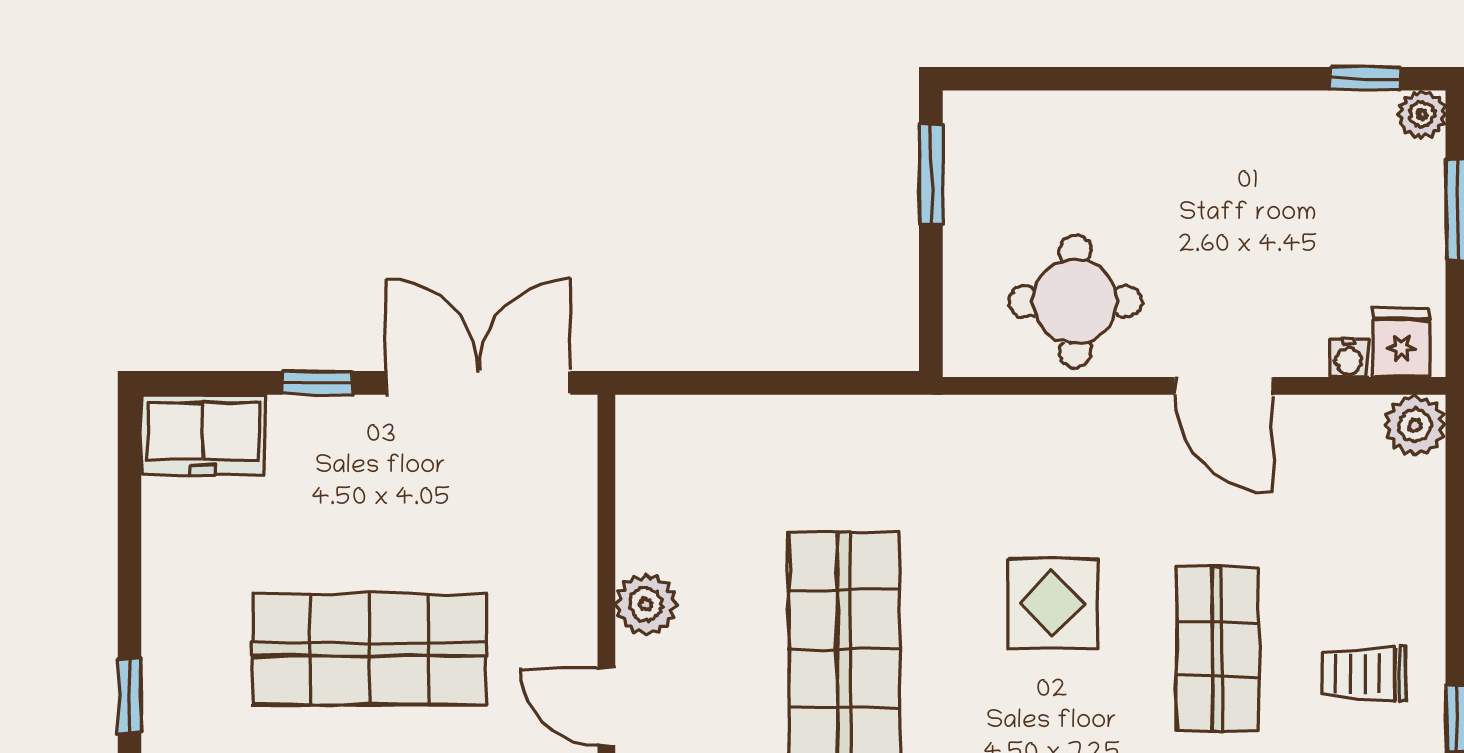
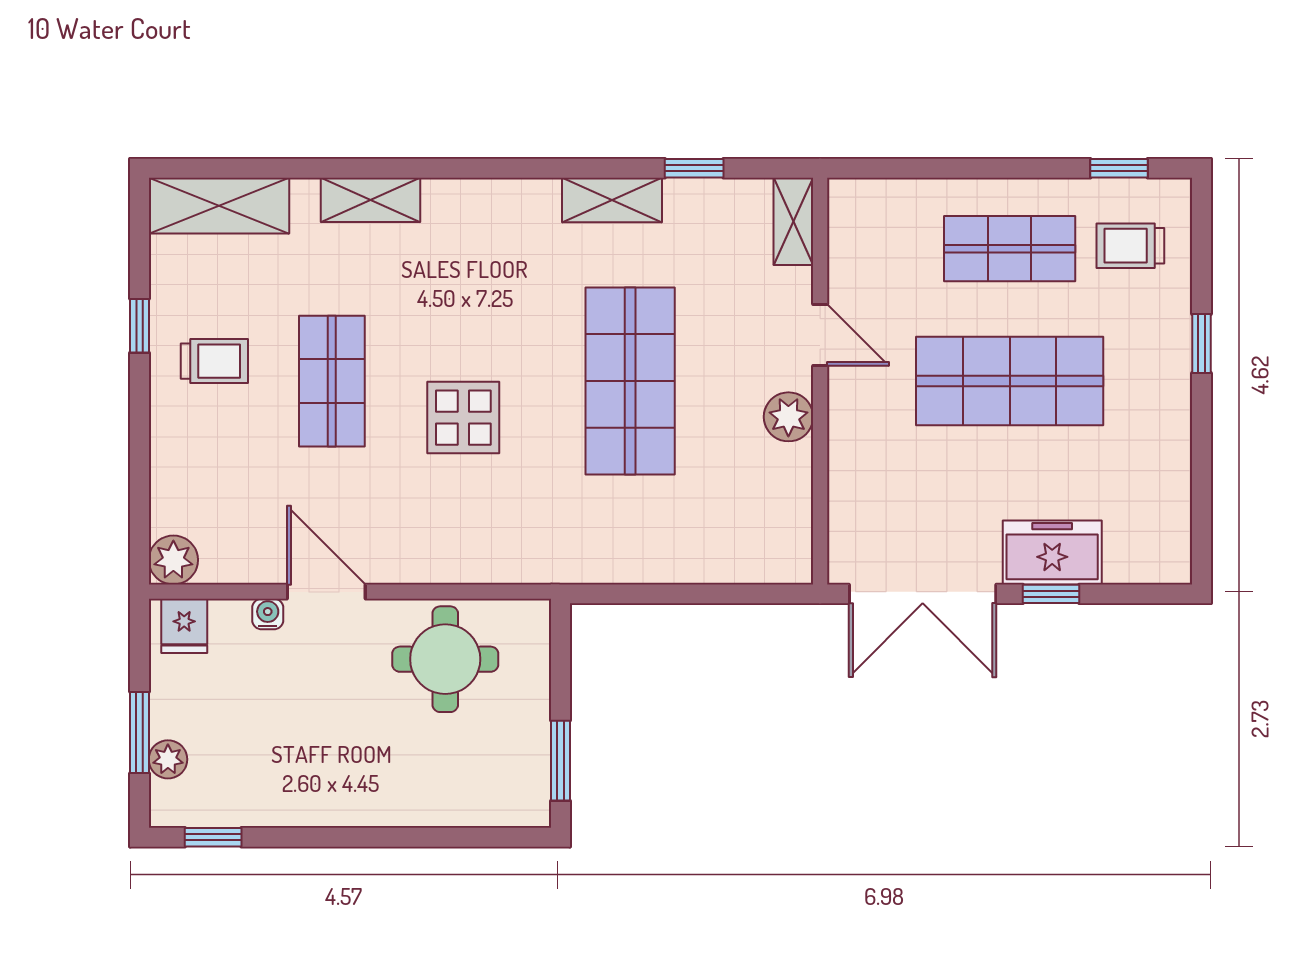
plant: (1422, 114) -> (168, 759), moved
water cooler: (1349, 358) -> (268, 614), moved
freezer: (203, 435) -> (1052, 552), moved

